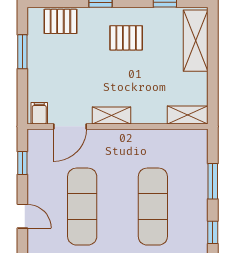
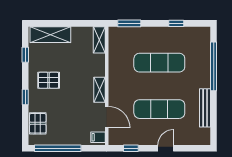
pallet: (126, 38) -> (49, 80), turned 90
window: (22, 52) -> (58, 148), width x2.11
window: (213, 181) -> (129, 23), moved

